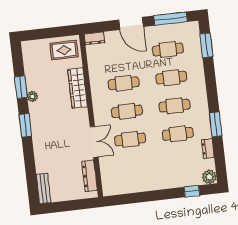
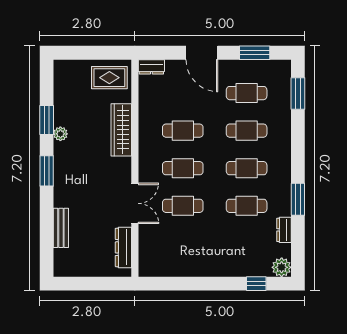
window: (170, 19) -> (255, 53), width x0.69
bench: (44, 188) -> (61, 228), moved

